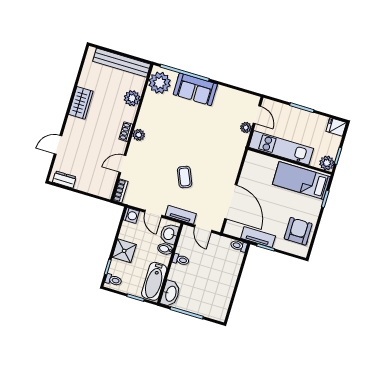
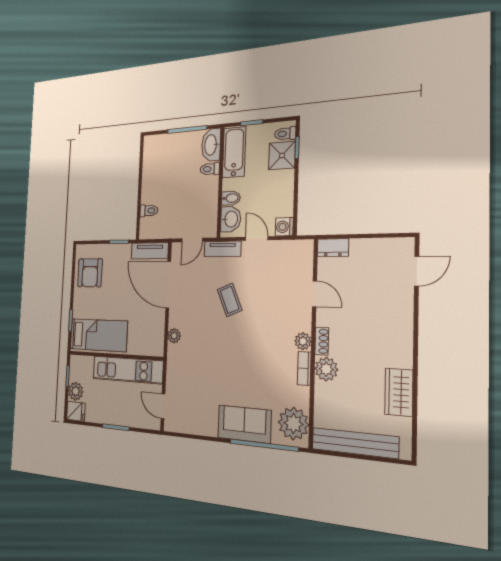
plant: (132, 98) -> (326, 369), moved
wardrobe: (81, 103) -> (399, 392), moved
plant: (246, 127) -> (174, 336), moved
door: (58, 145) -> (417, 271), moved
plant: (327, 163) -> (76, 391), moved
door: (122, 164) -> (315, 294), hinge flipped
dresser: (64, 180) -> (333, 248), moved
bookcase: (121, 191) -> (304, 368), moved
door: (203, 229) -> (192, 240), swing flipped
tv unit: (258, 237) -> (150, 251), moved
toilet: (239, 246) -> (149, 211), moved
shower: (124, 251) -> (282, 156), moved
toilet: (181, 260) -> (210, 169), moved

